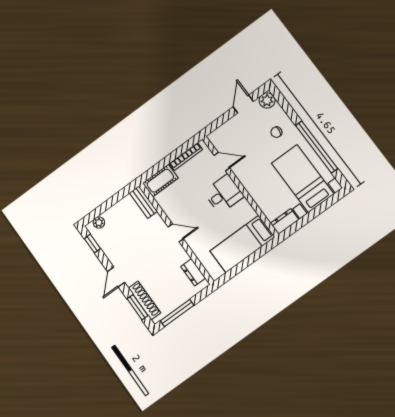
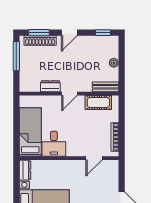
cot: (160, 181) -> (98, 102), moved, turned 90
desk: (224, 194) -> (54, 144), moved
plant: (99, 223) -> (114, 63), moved
dresser: (193, 272) -> (50, 86), moved
door: (116, 277) -> (69, 33), swing flipped

